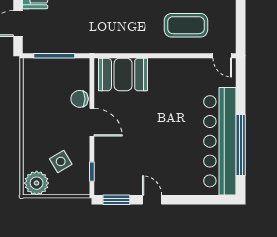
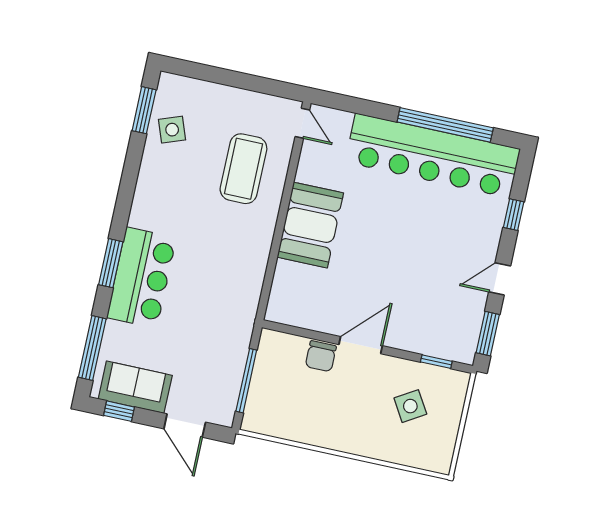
door: (222, 56) -> (302, 123), hinge flipped
booth: (123, 75) -> (310, 225), moved
plant: (37, 183) -> (435, 450), removed
window: (194, 200) -> (514, 215), added

